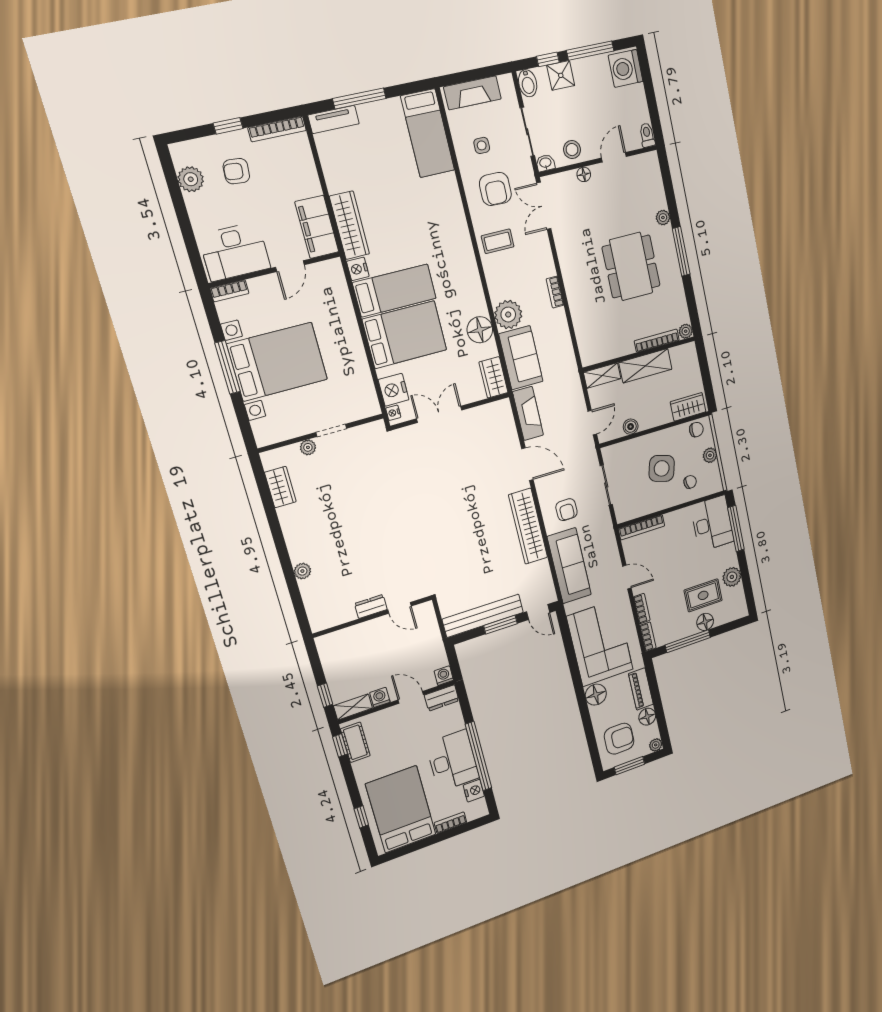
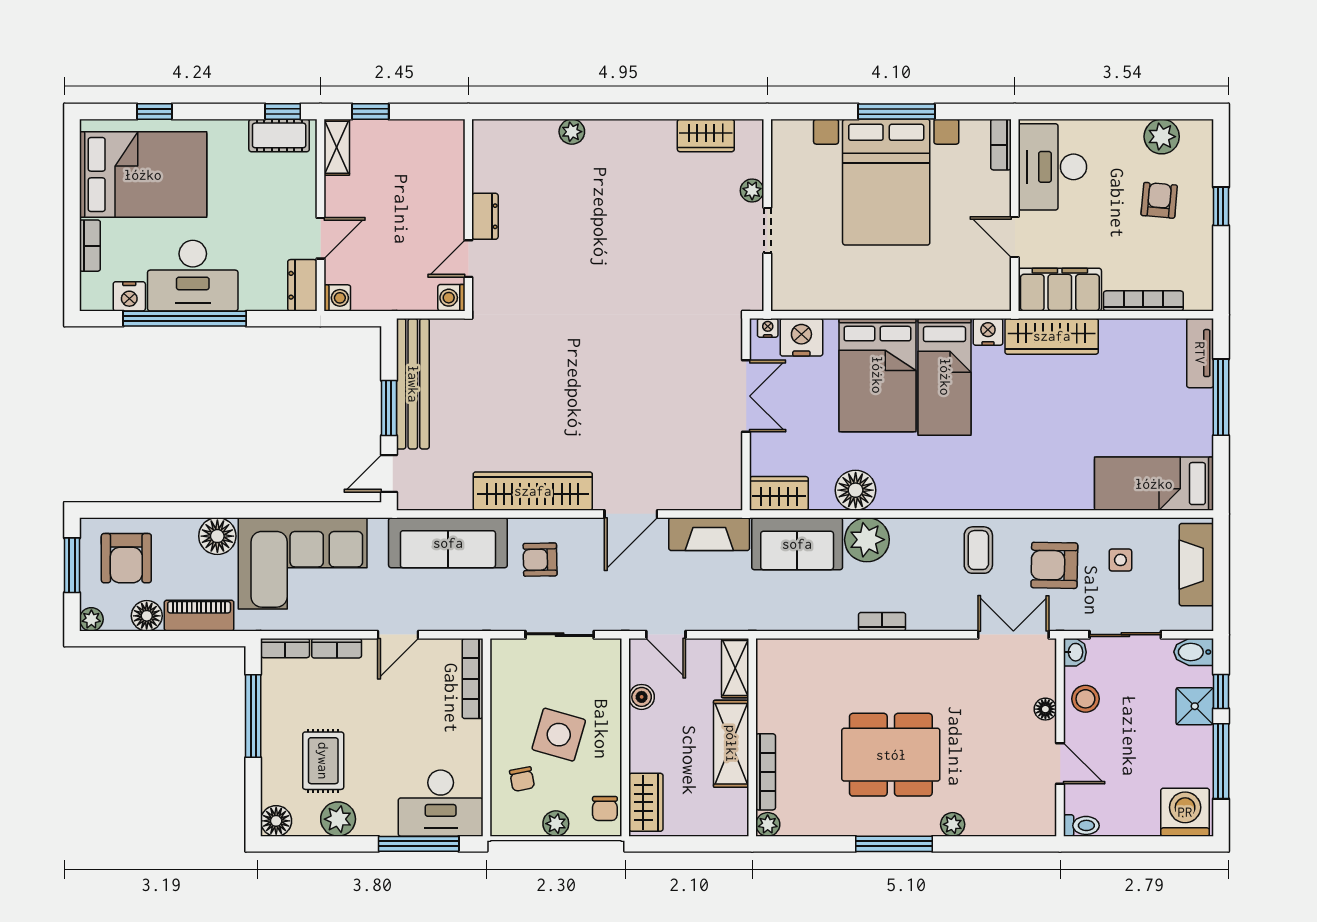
bookcase: (277, 129) -> (1143, 301), moved, turned 90
floor lamp: (705, 622) -> (276, 821), moved
washing machine: (380, 697) -> (451, 298), moved, turned 180

